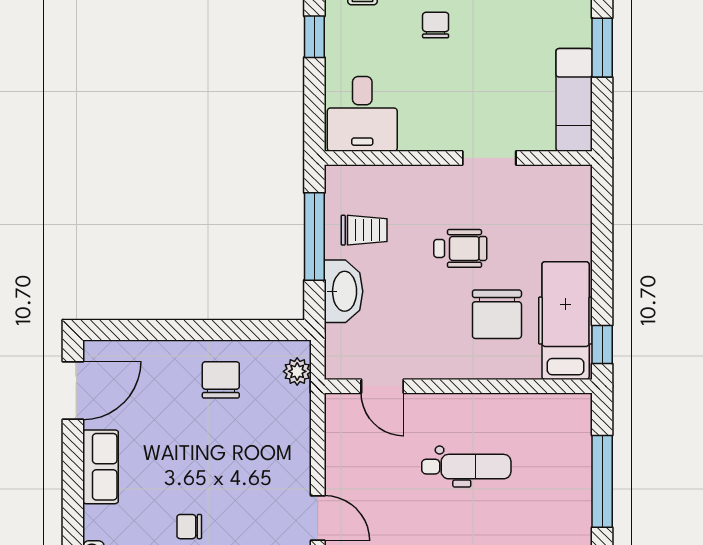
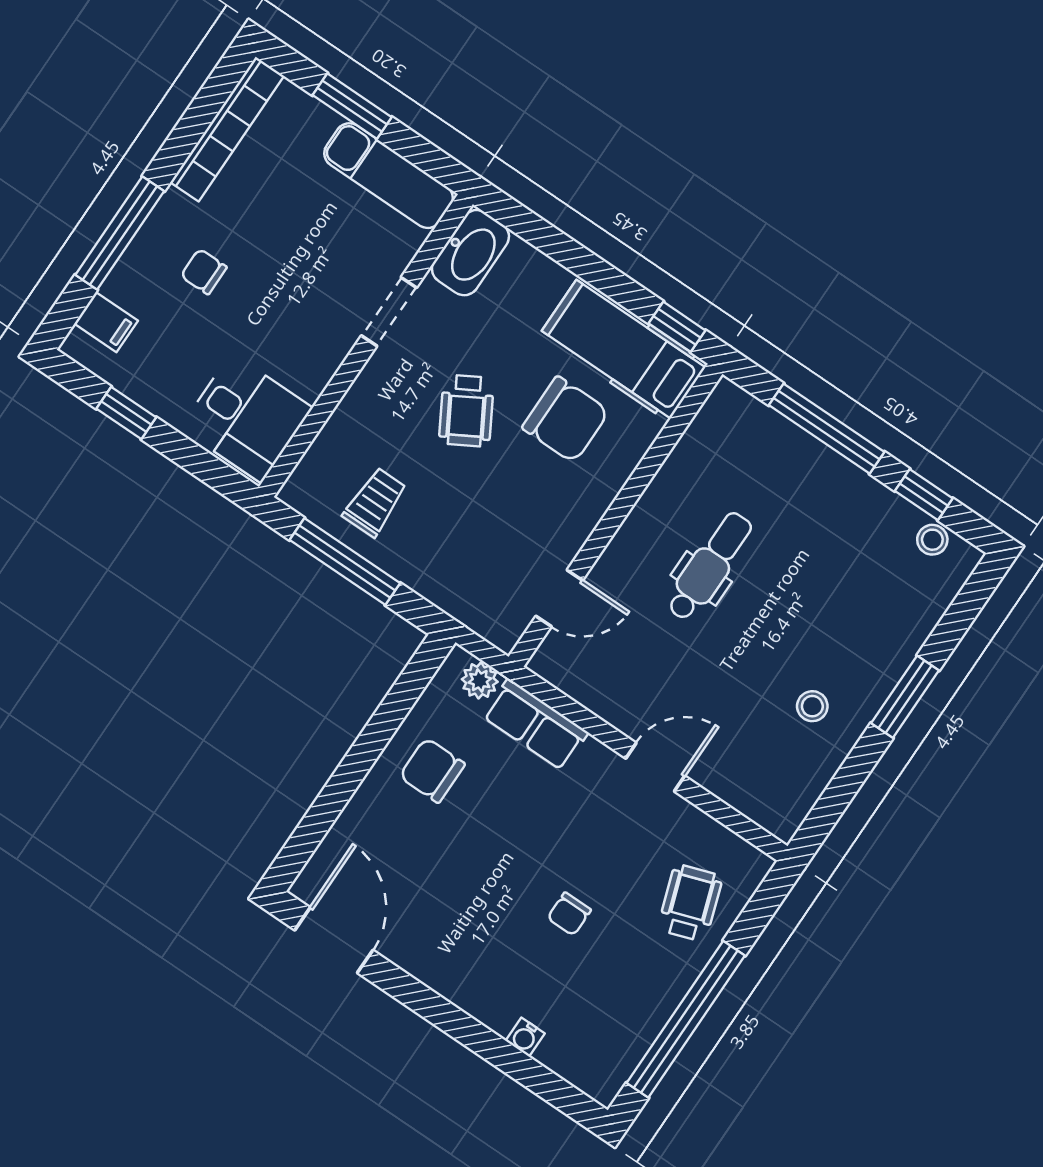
wheelchair: (460, 248) -> (466, 411), turned 150
washbasin: (343, 291) -> (470, 253), moved, turned 90
row of seats: (100, 467) -> (535, 724), moved, turned 180

